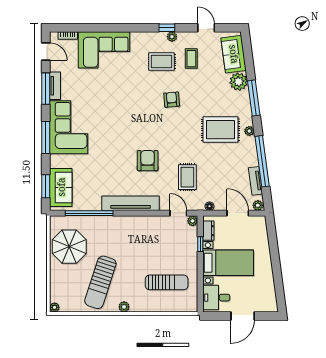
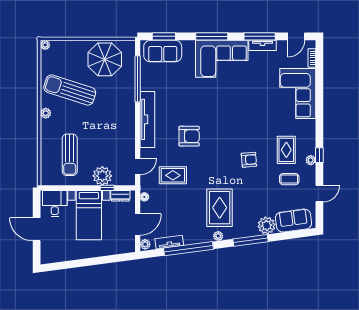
plant: (193, 221) -> (102, 176), moved, width x1.88, depth x1.88

